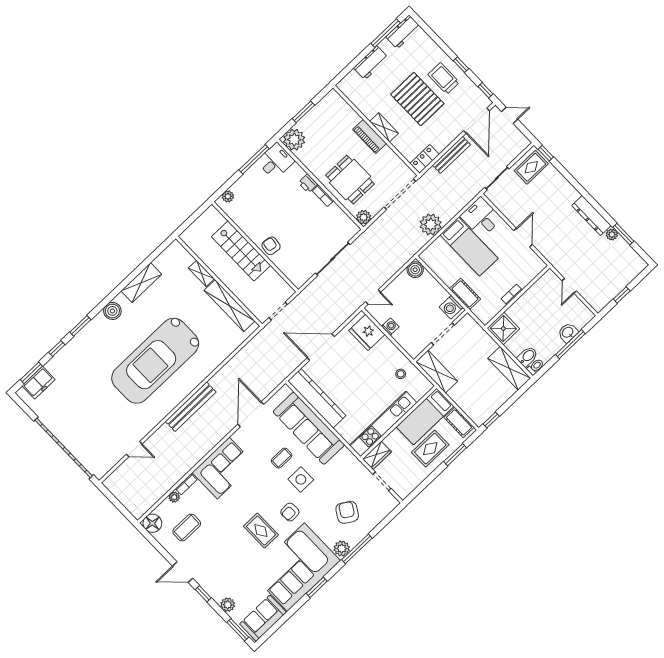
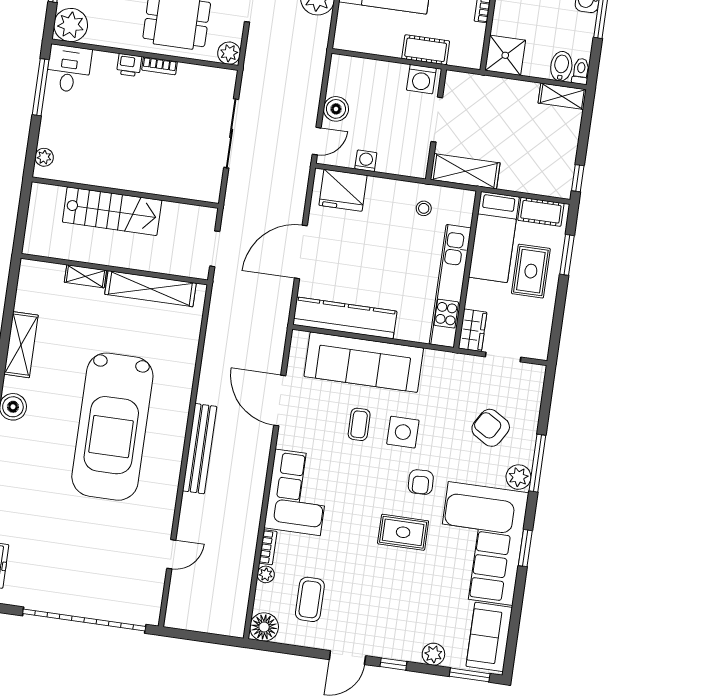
armchair: (271, 246) -> (144, 176), removed
boiler: (415, 270) -> (336, 109), moved
shelving: (509, 368) -> (562, 96), width x0.67, depth x0.75

